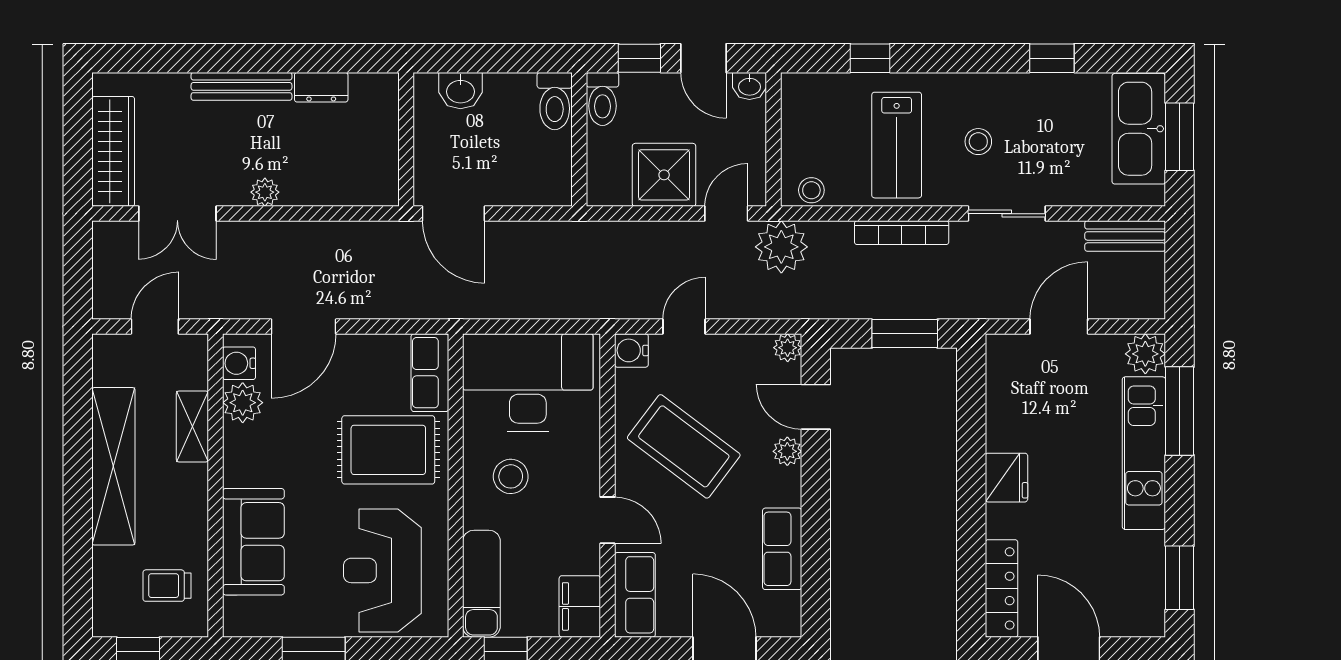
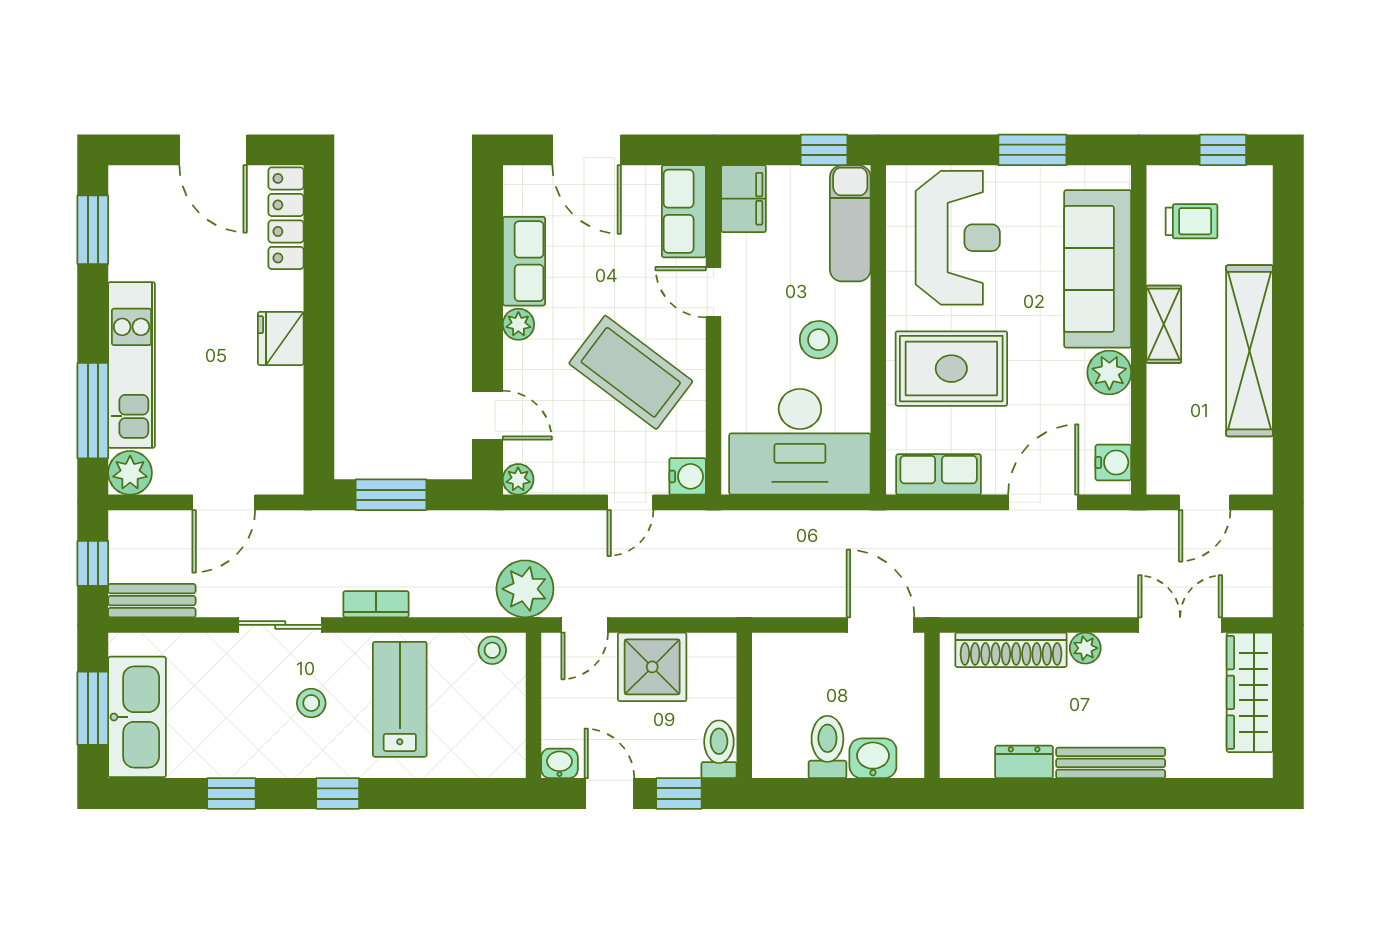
window: (870, 58) -> (338, 794), moved
toilet: (555, 101) -> (827, 747), moved
shoe rack: (333, 191) -> (1011, 650), added
bookcase: (902, 233) -> (376, 604), width x0.64
window: (1180, 270) -> (93, 563), added
row of seats: (430, 373) -> (939, 474), moved, turned -90
plant: (243, 403) -> (1109, 373), moved
shelving: (192, 426) -> (1164, 324), moved
plant: (787, 451) -> (518, 324), moved
sofa: (253, 542) -> (1098, 269), width x1.36

